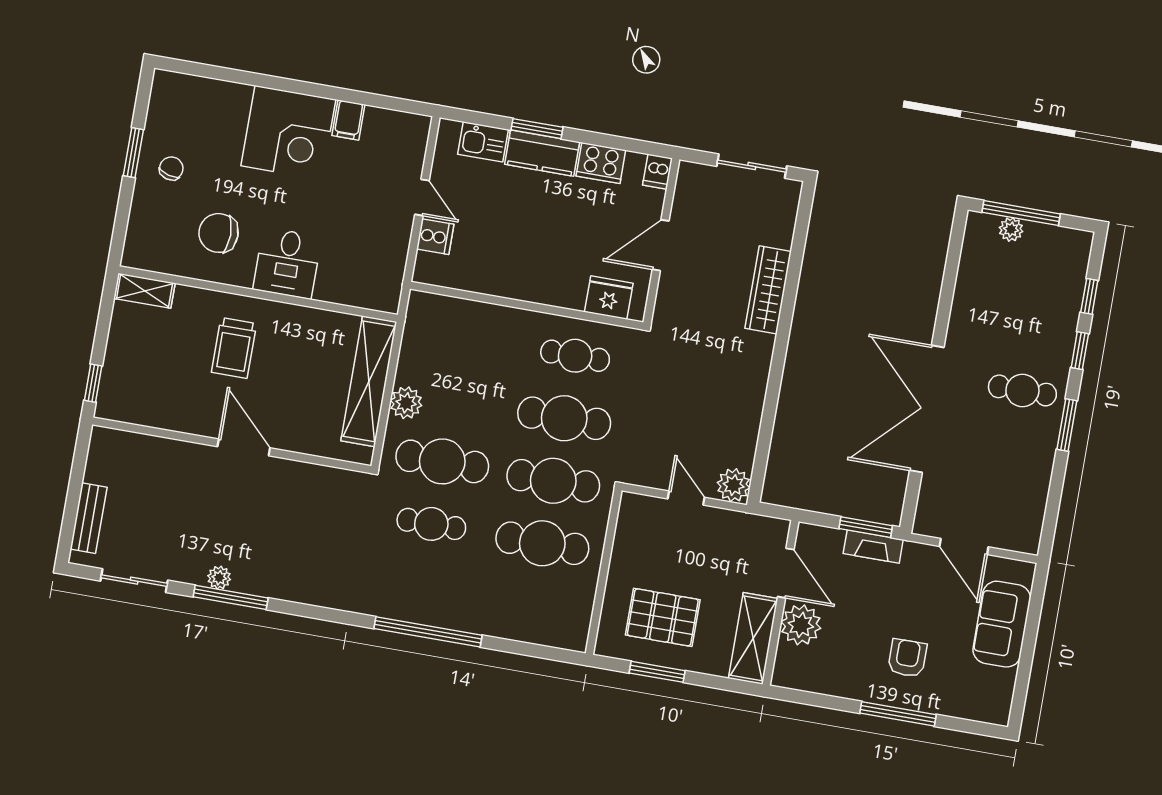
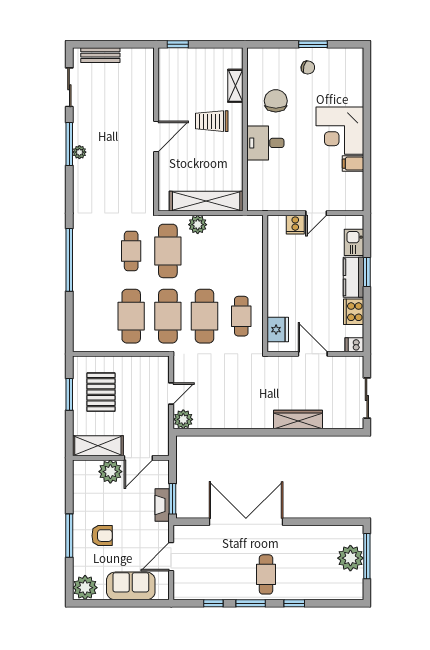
plant: (1011, 229) -> (350, 558), width x1.87, depth x1.87
shelving: (145, 291) -> (235, 86), moved
window: (1089, 296) -> (213, 603), moved
plant: (219, 578) -> (79, 152), moved
plant: (991, 703) -> (85, 588), added

